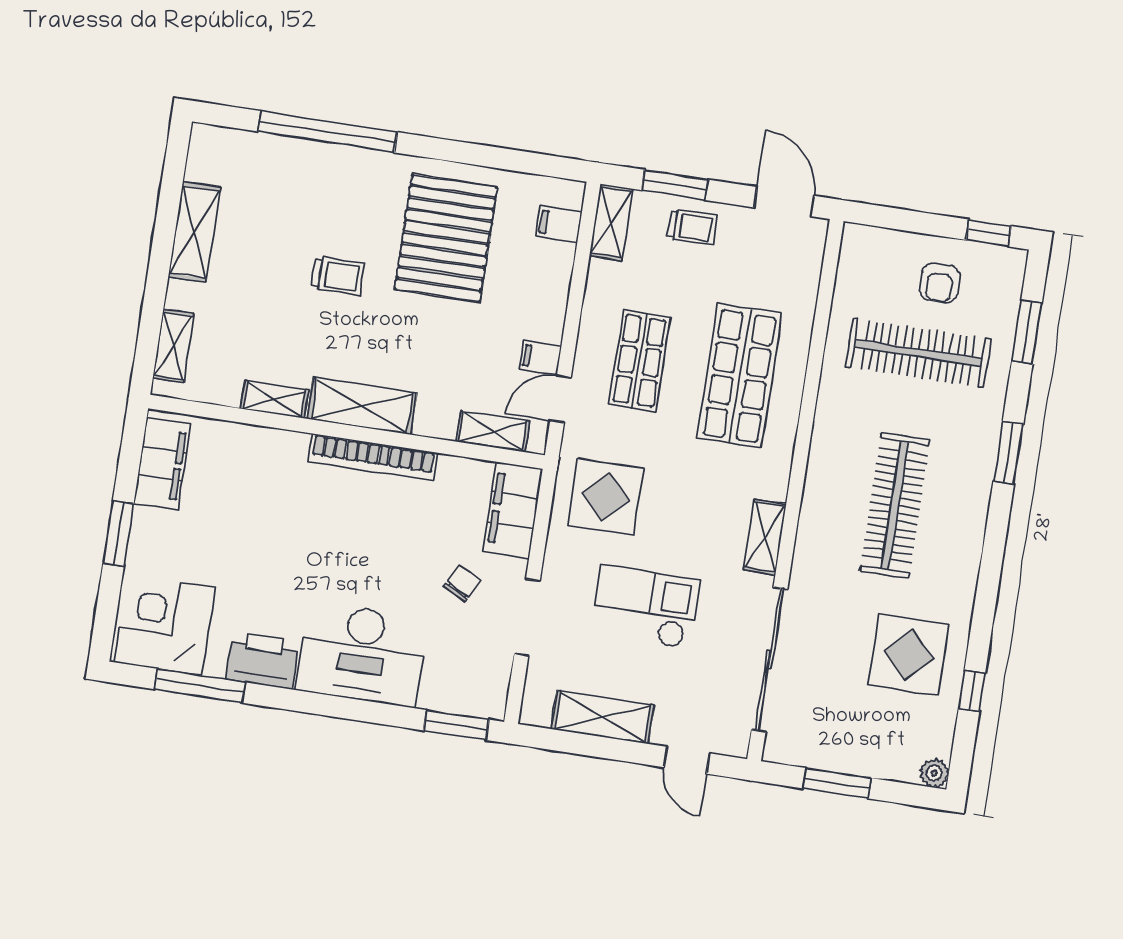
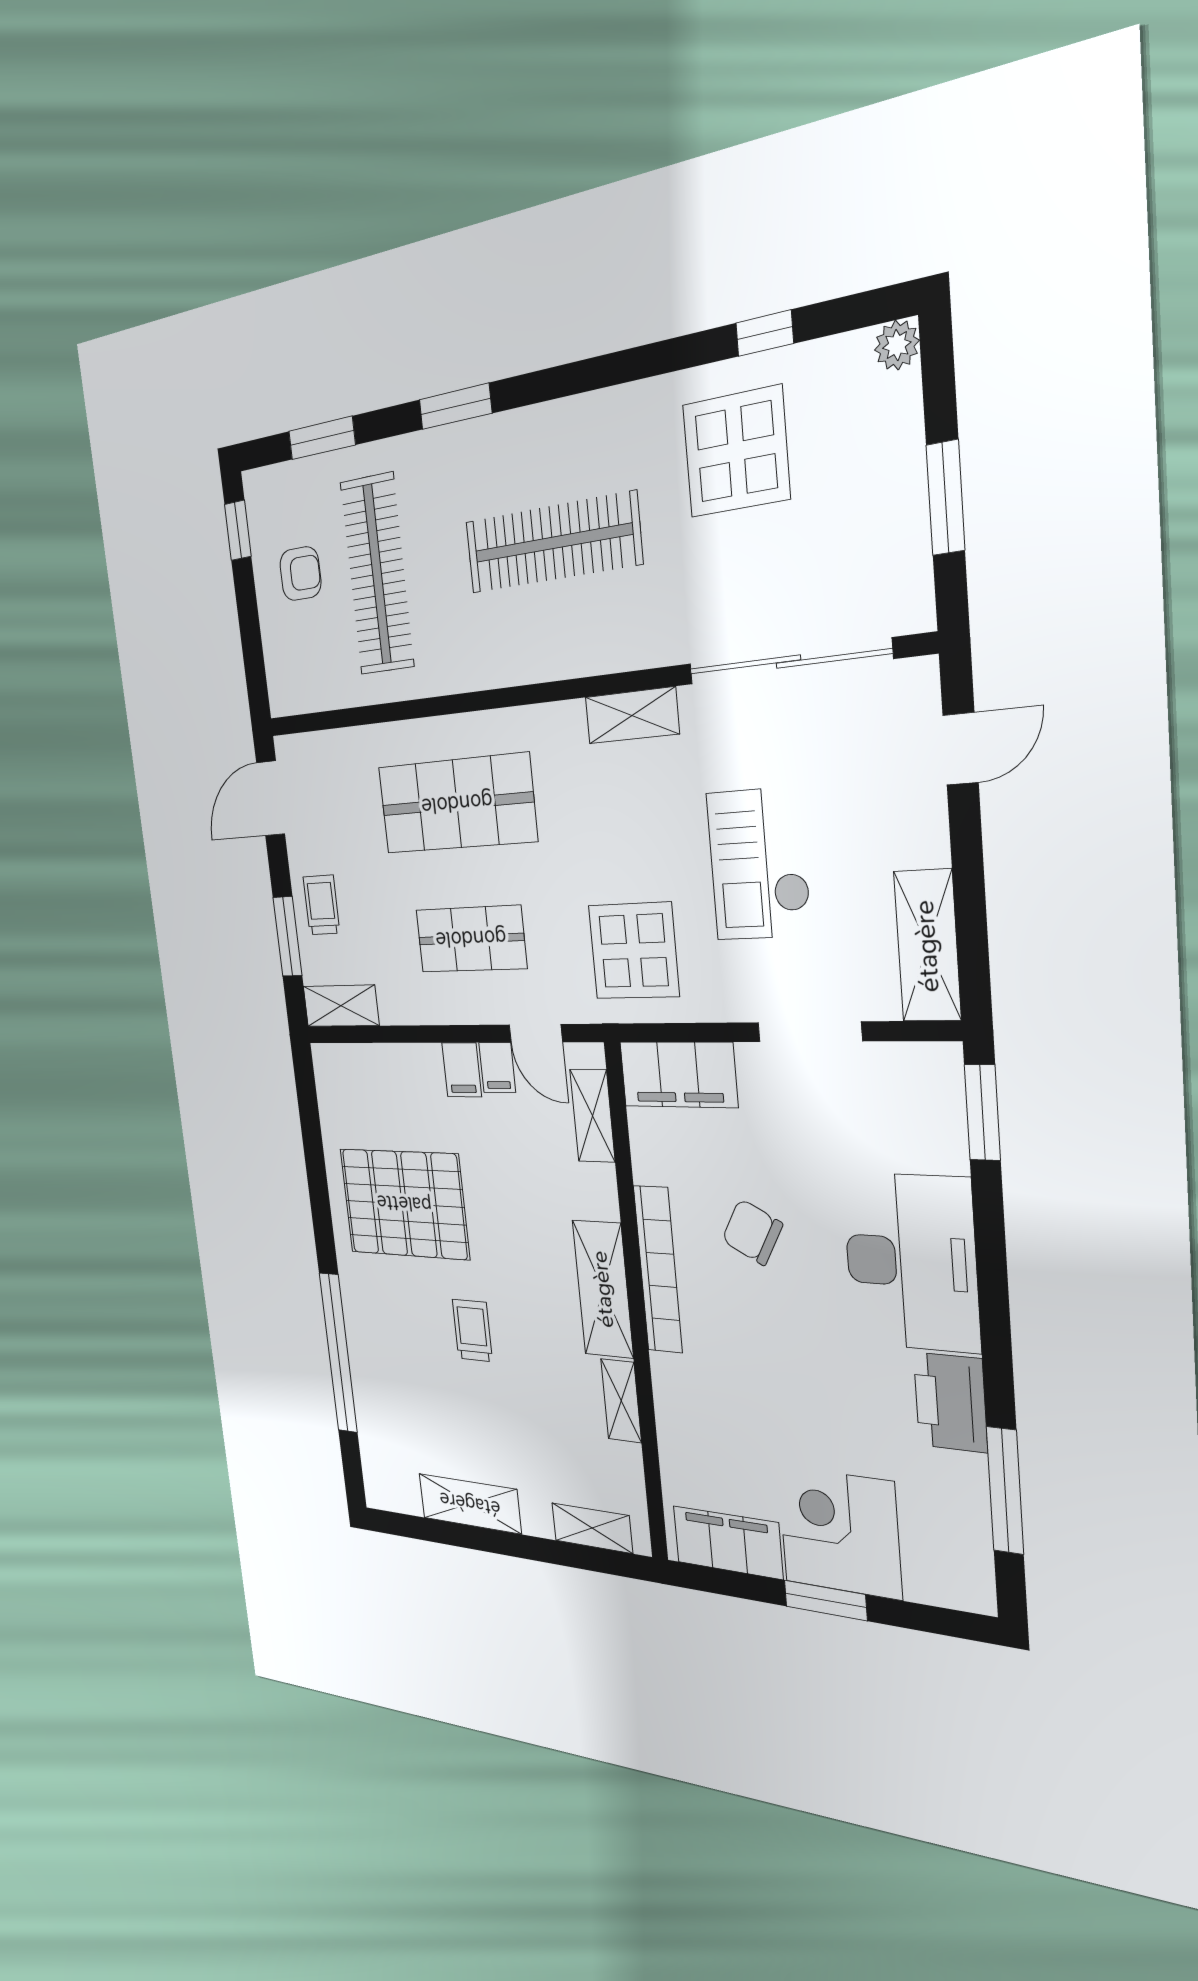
filing cabinet: (559, 224) -> (462, 1070), moved
chair: (462, 584) -> (752, 1232), moved, width x1.37, depth x1.37
corner desk: (165, 625) -> (839, 1532), moved, turned 90
shelving: (603, 717) -> (927, 946), moved

